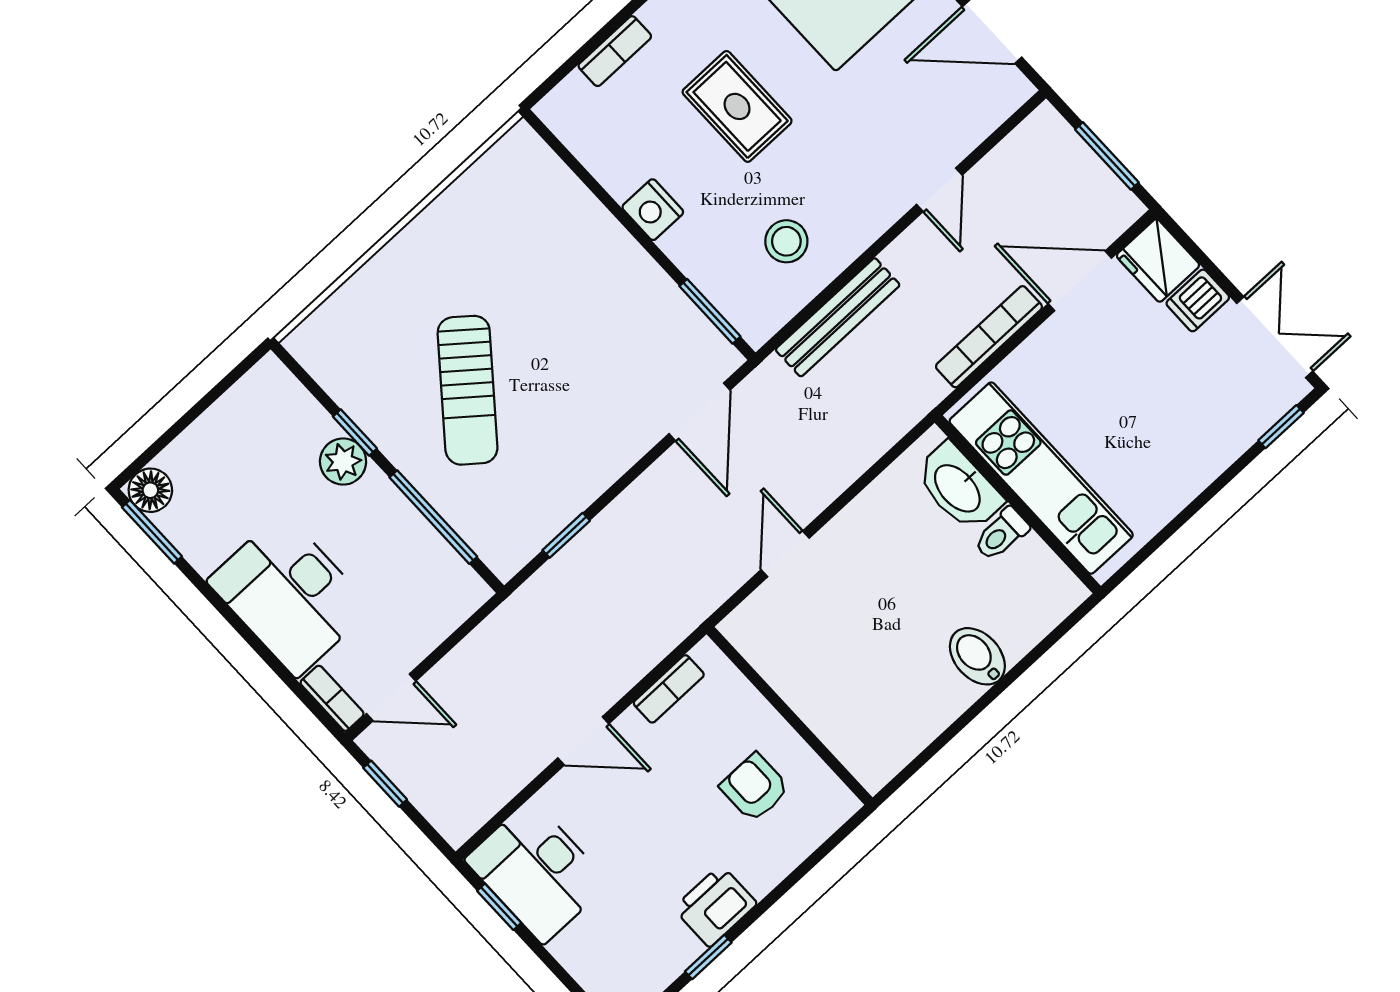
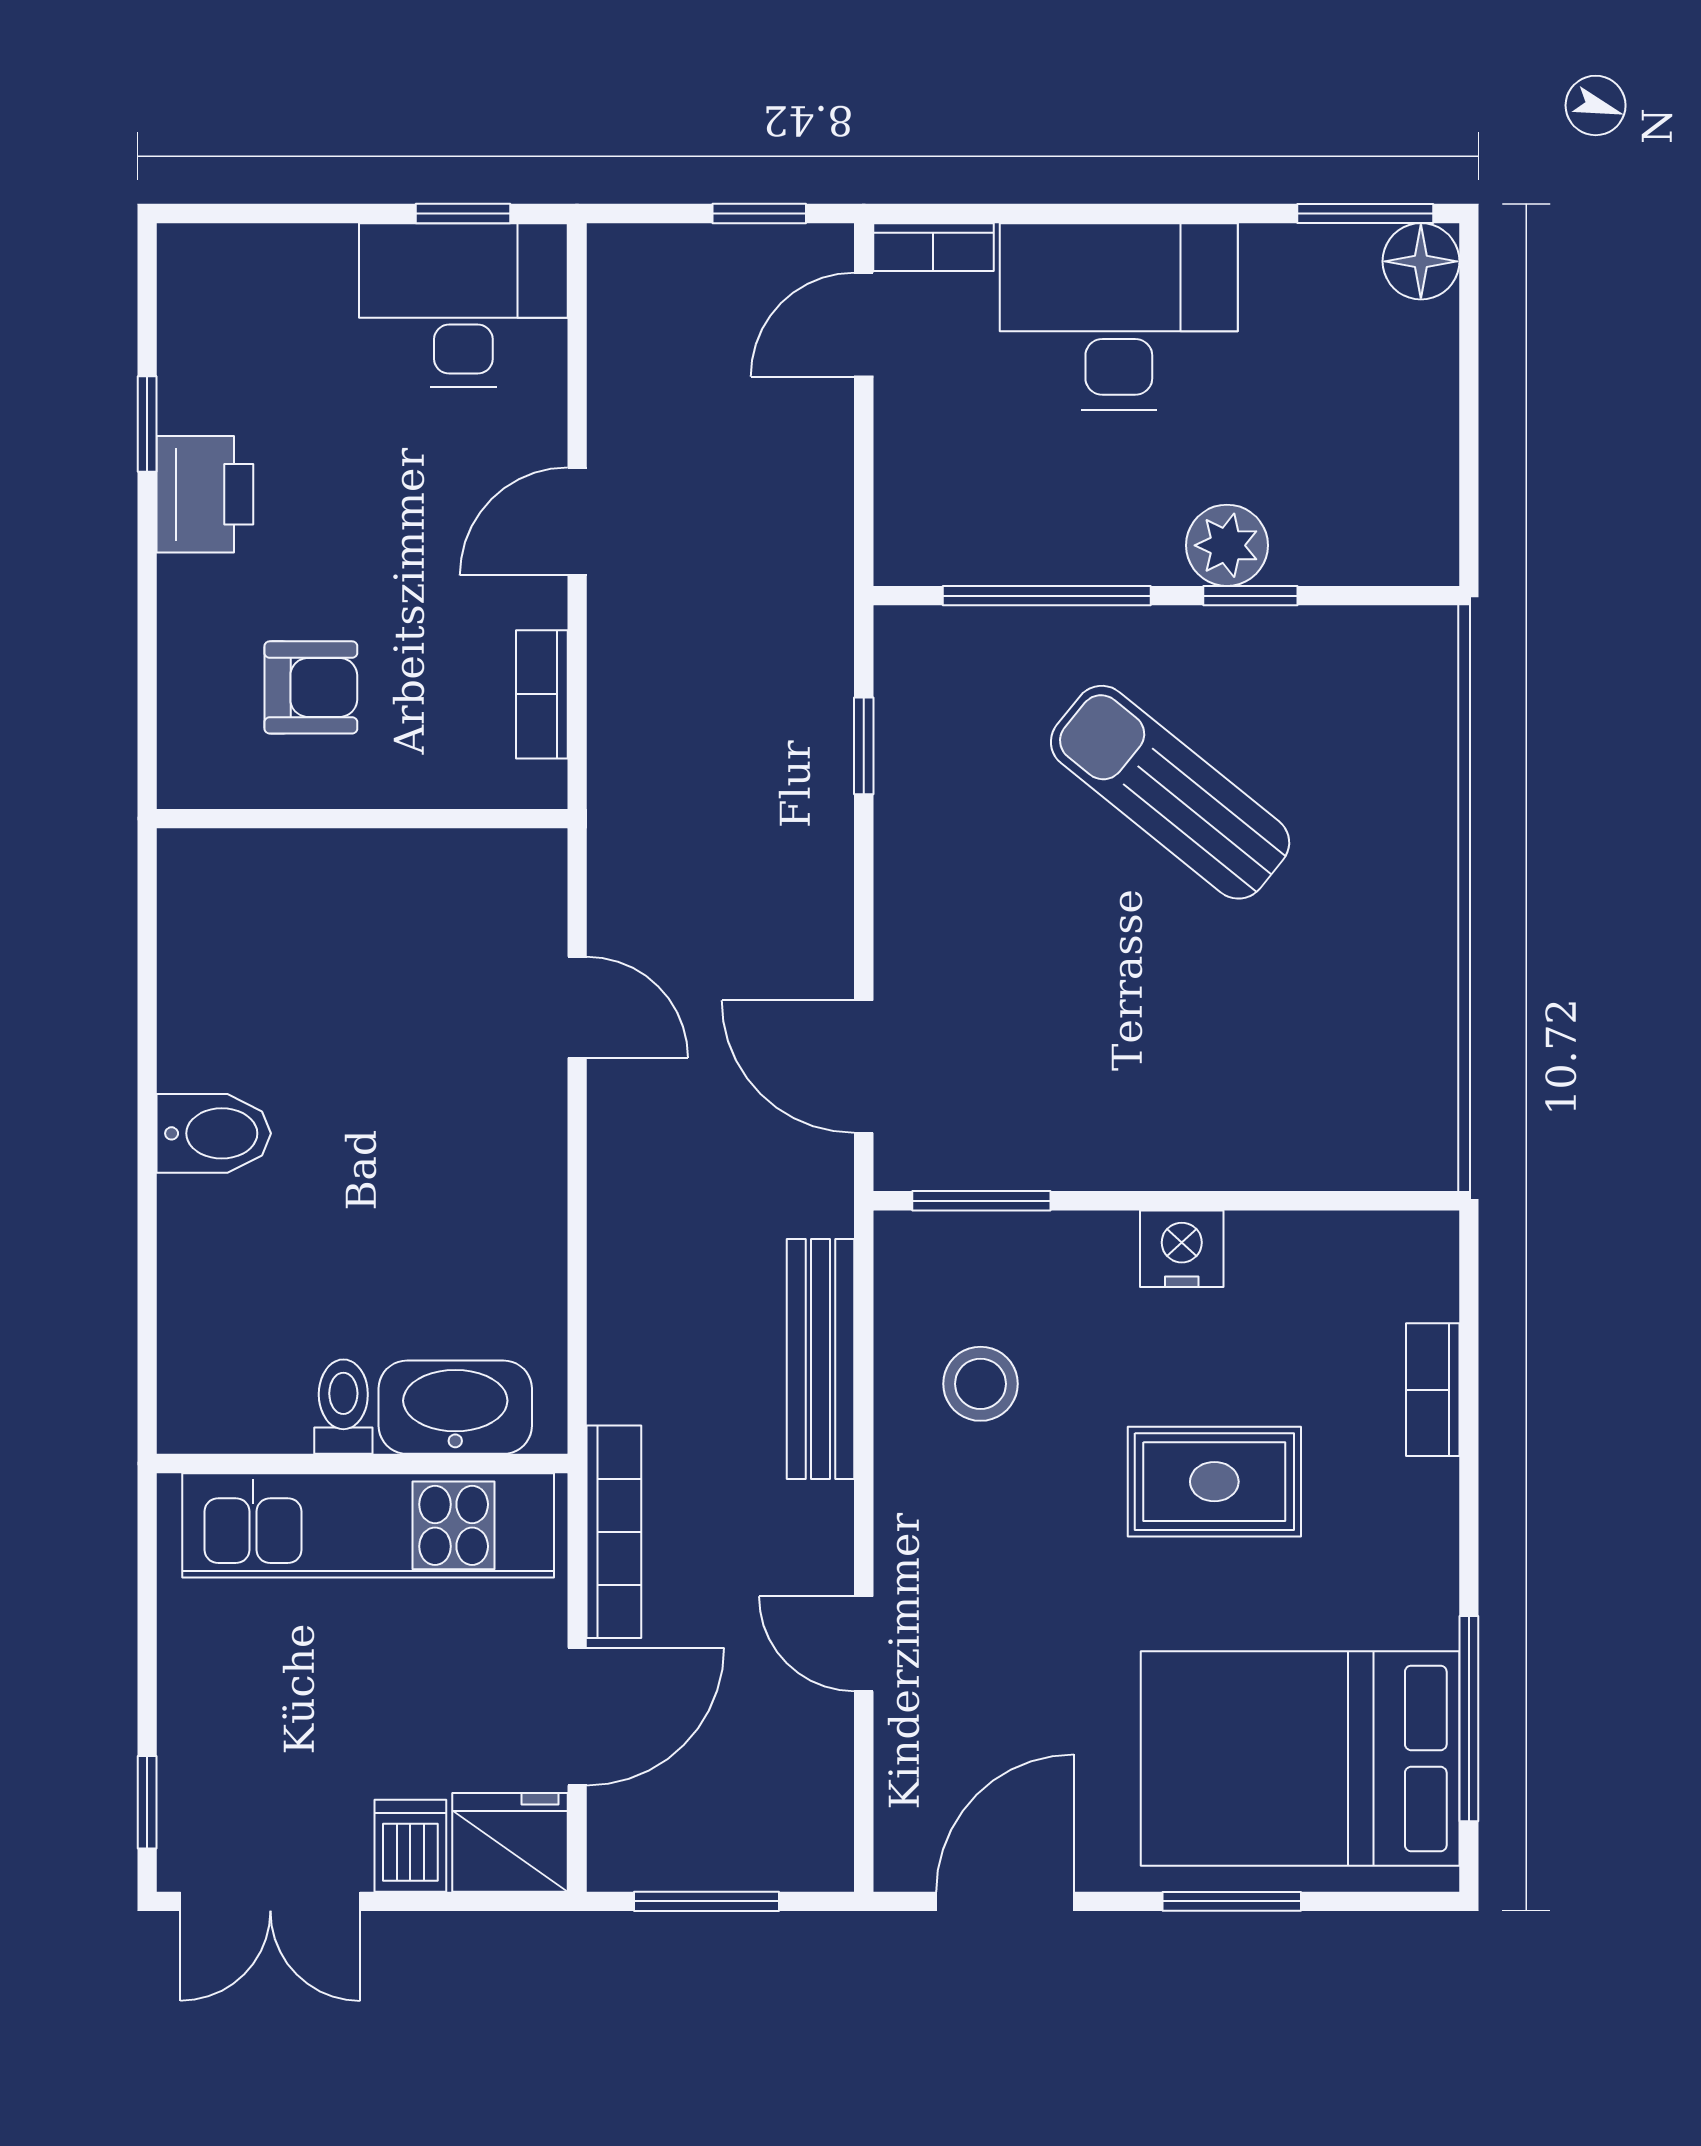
kitchen unit: (1041, 478) -> (368, 1525), moved
washbasin: (959, 487) -> (455, 1407), moved
wall: (1018, 504) -> (362, 1463), moved
toilet: (1001, 534) -> (343, 1407), moved

